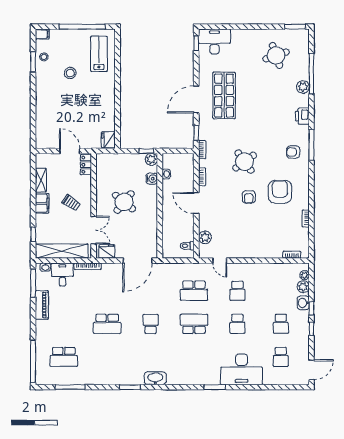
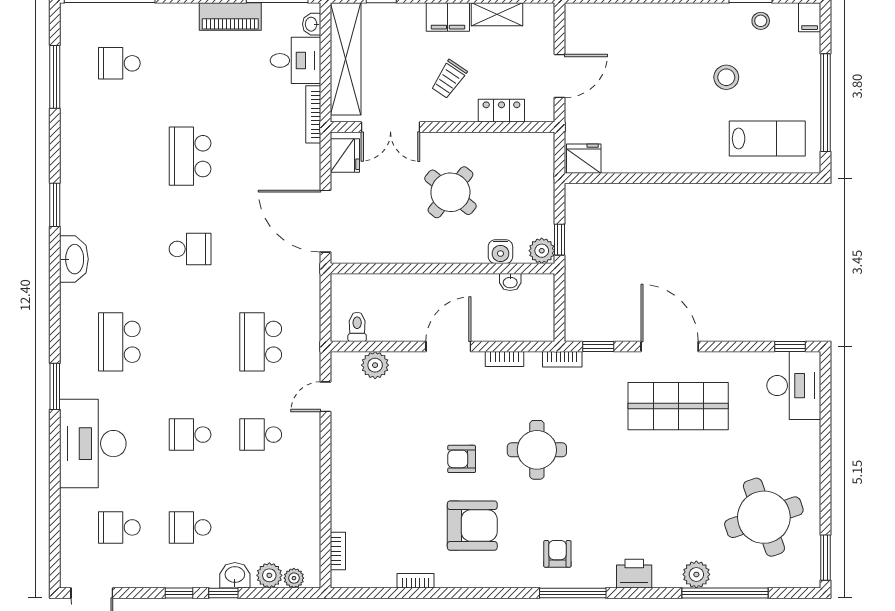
round table: (276, 55) -> (764, 517), width x1.36, depth x1.36
round table: (245, 162) -> (537, 450), turned 36
locker: (86, 165) -> (501, 111), moved
school desk: (194, 324) -> (119, 342), moved, turned 180
school desk: (64, 357) -> (119, 63), width x0.54

